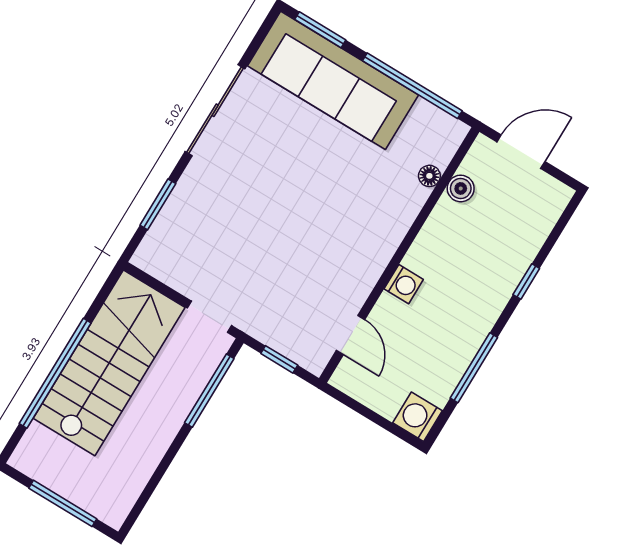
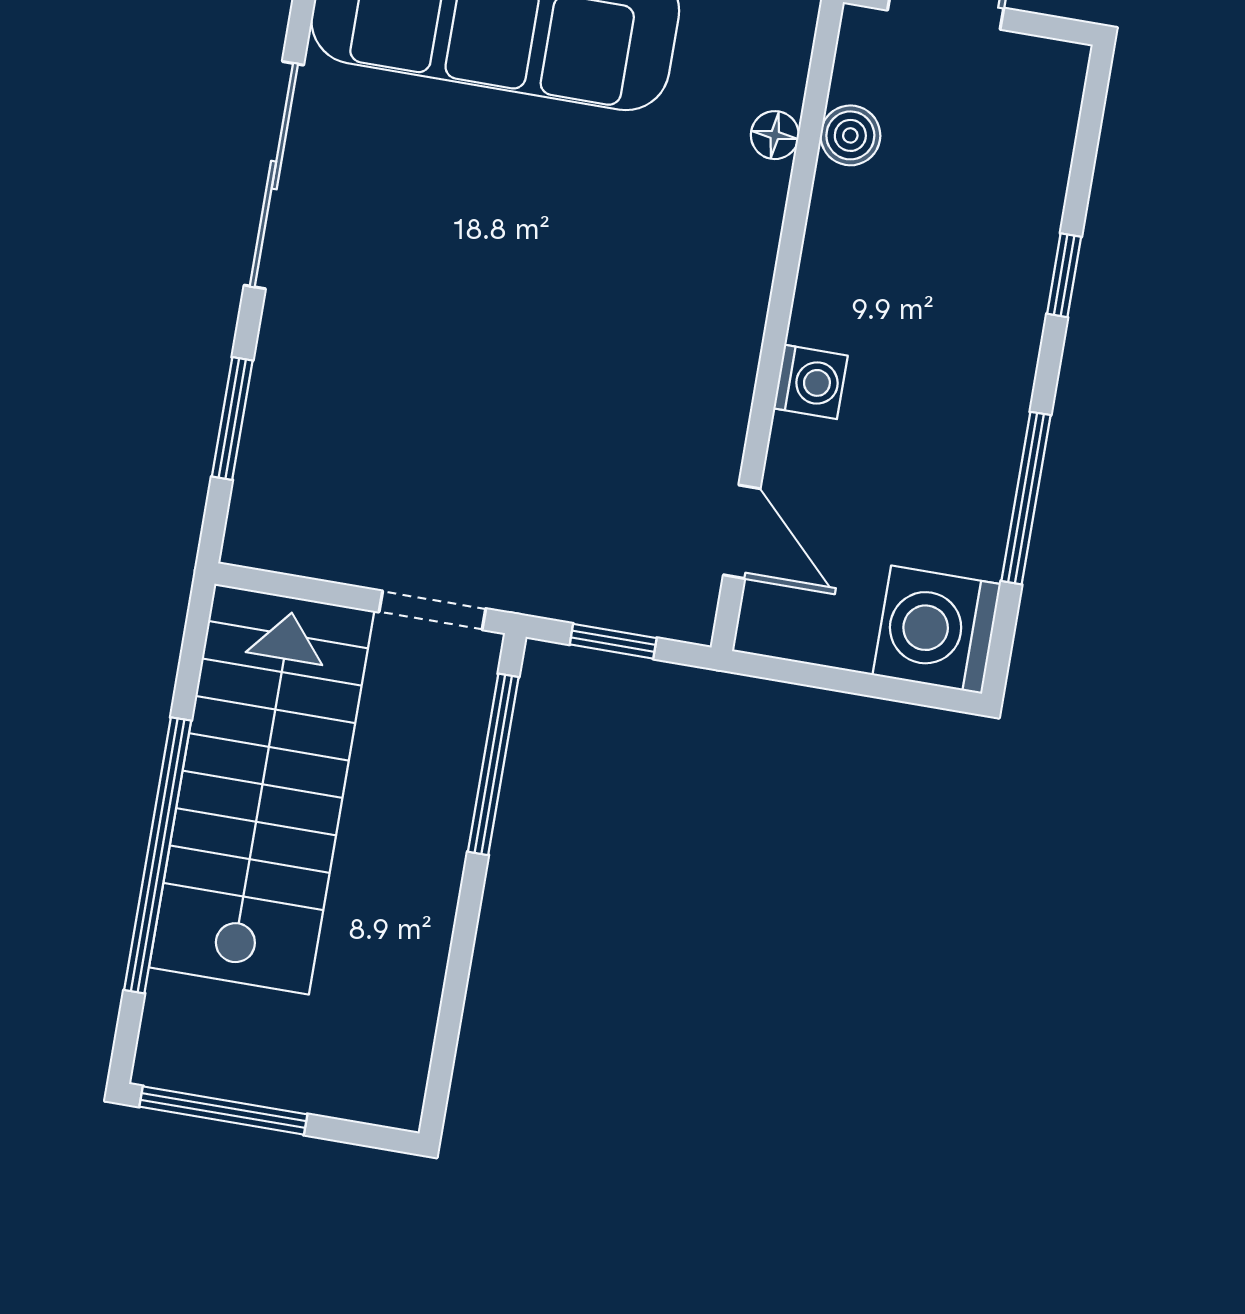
washing machine: (418, 417) -> (937, 630), width x1.37, depth x1.37
window: (63, 503) -> (223, 1110), moved

